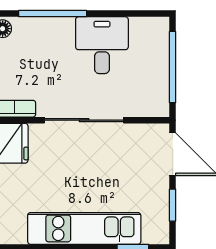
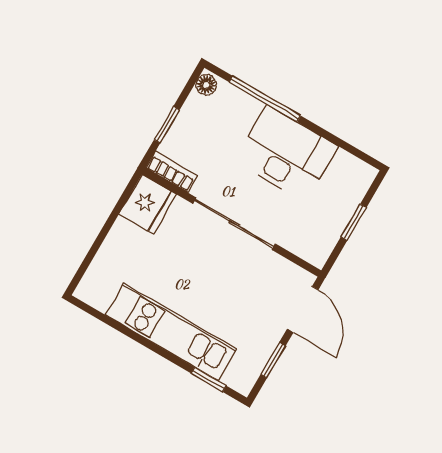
desk: (102, 45) -> (286, 154), width x1.37
window: (173, 67) -> (354, 222), width x0.46

